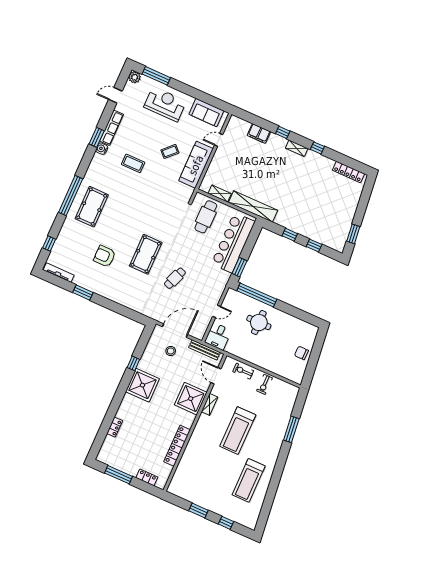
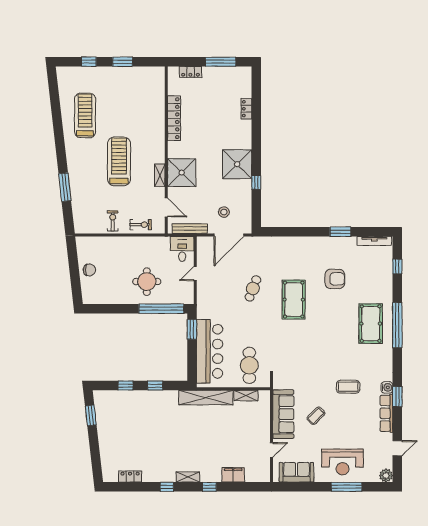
window: (156, 76) -> (347, 487), moved
locker: (348, 172) -> (130, 476), width x0.66

